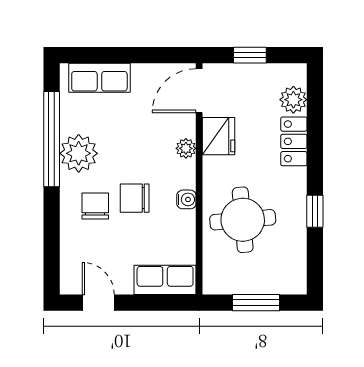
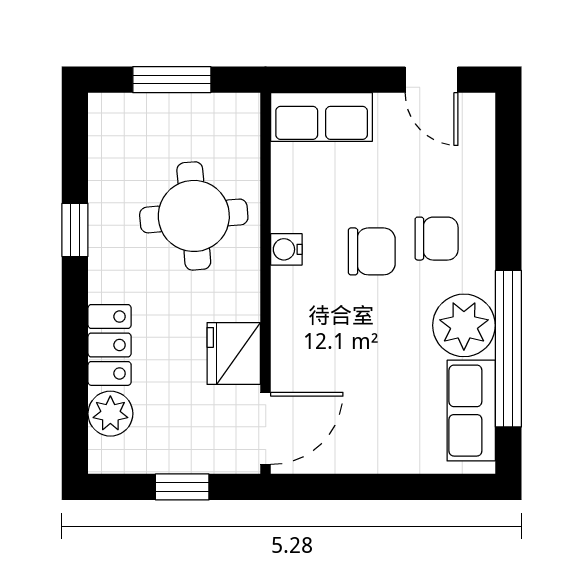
row of seats: (99, 78) -> (471, 411), moved, turned -90
plant: (186, 148) -> (287, 334), removed
chair: (95, 206) -> (437, 239), turned -90

